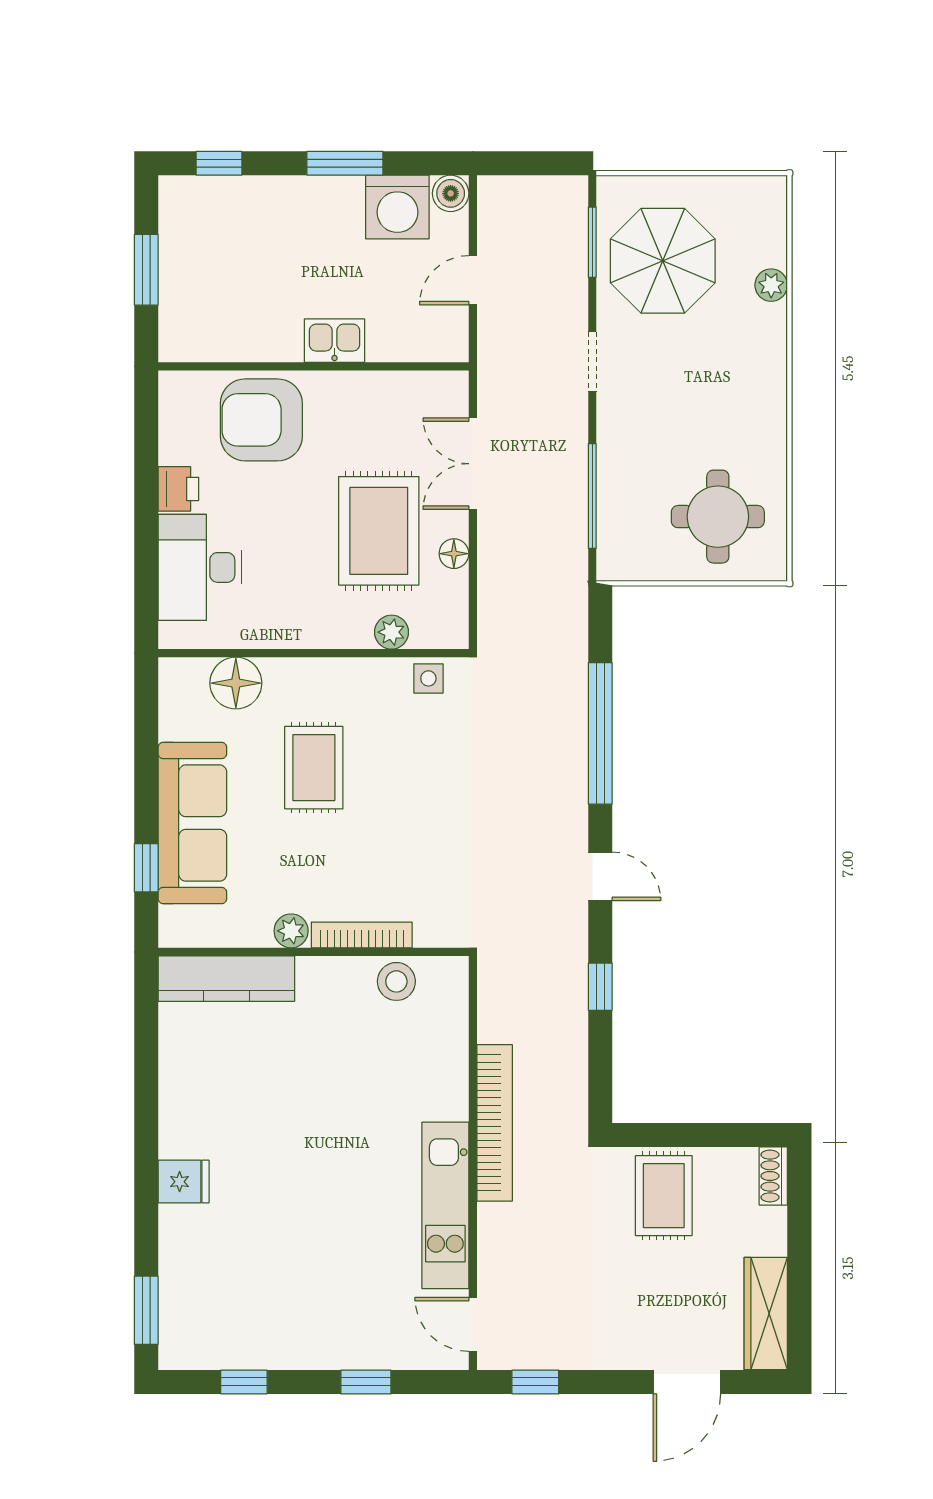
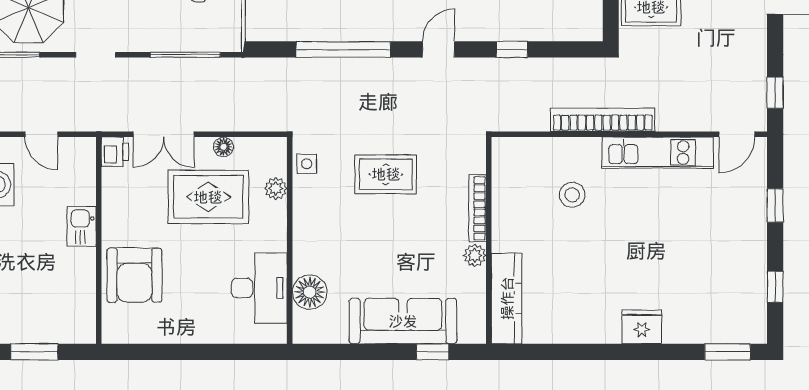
printer: (178, 489) -> (115, 152), moved, turned 90
desk: (200, 567) -> (259, 288), moved, turned -90
rug: (314, 768) -> (386, 174), moved
stool: (396, 981) -> (572, 195), moved
fridge: (184, 1182) -> (642, 327), width x1.38

